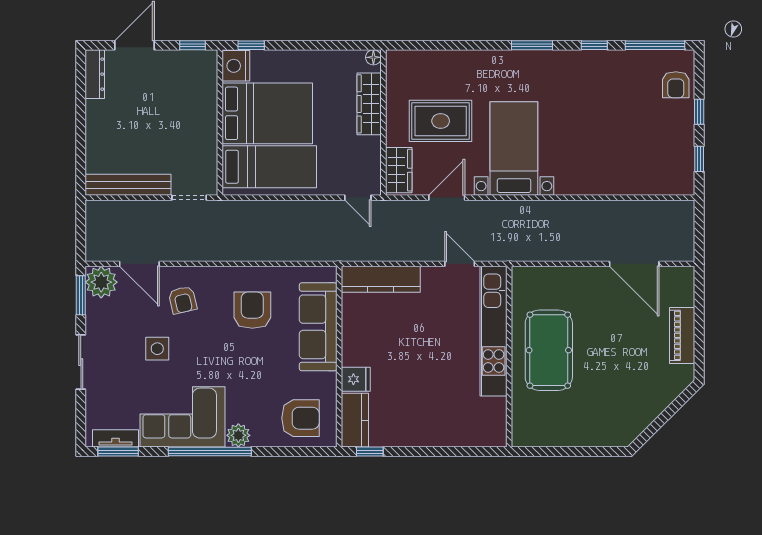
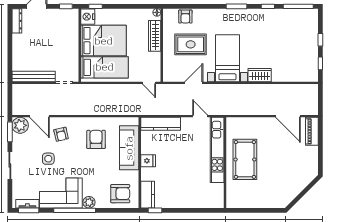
armchair: (676, 85) -> (185, 17), moved
wardrobe: (399, 170) -> (260, 75), moved, turned -90
piano: (682, 335) -> (312, 131), moved
fridge: (356, 379) -> (148, 161), moved

